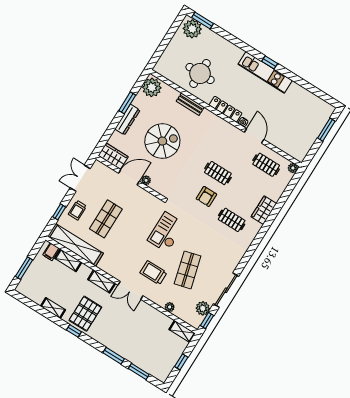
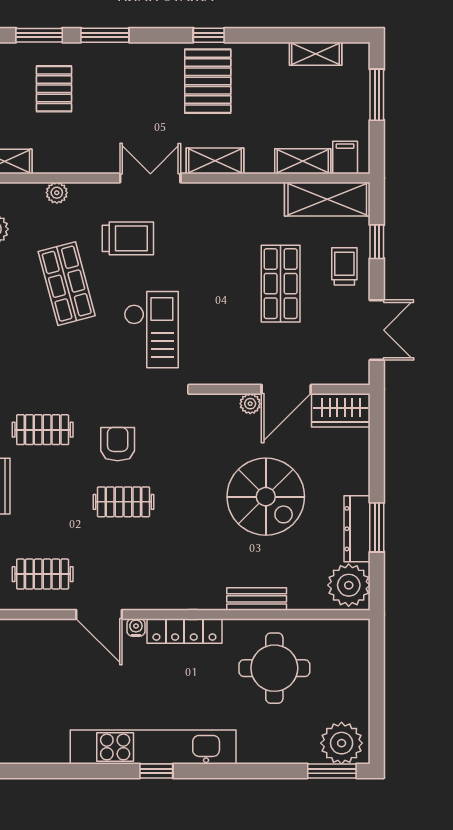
kitchen unit: (265, 72) -> (153, 747), width x1.36
dresser: (127, 120) -> (357, 529), moved
spiral stairs: (162, 141) -> (266, 497), turned -90
shelving: (75, 245) -> (327, 199), width x0.68
shelving: (53, 308) -> (316, 54), moved
pallet: (146, 347) -> (54, 89), added

